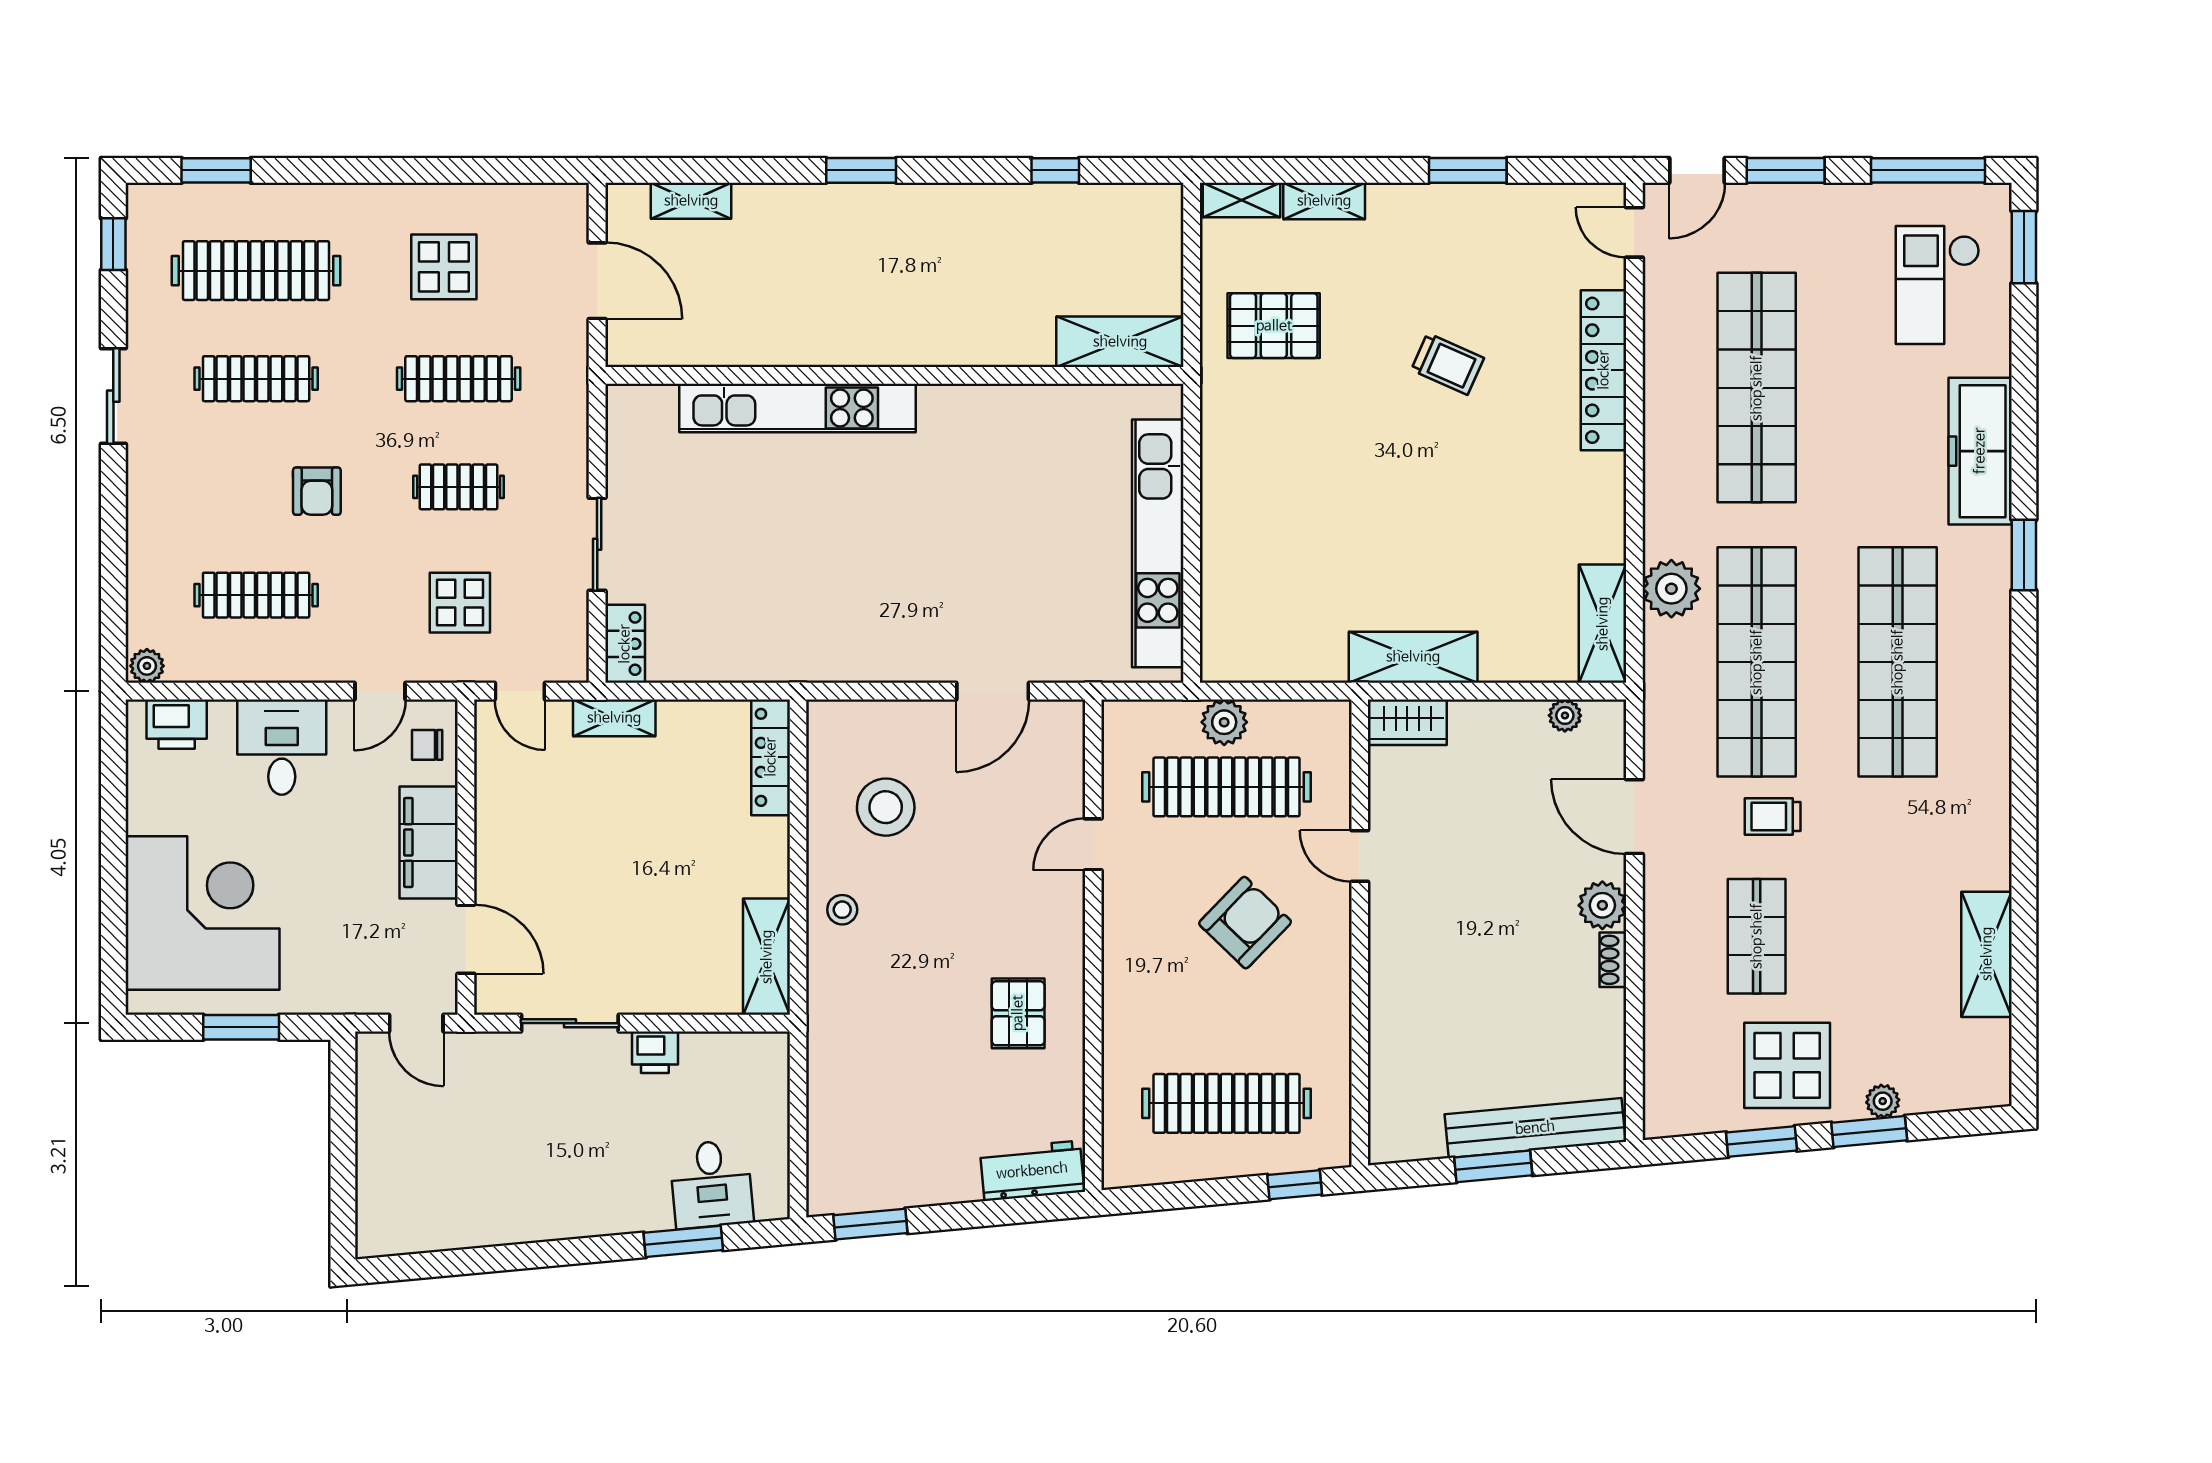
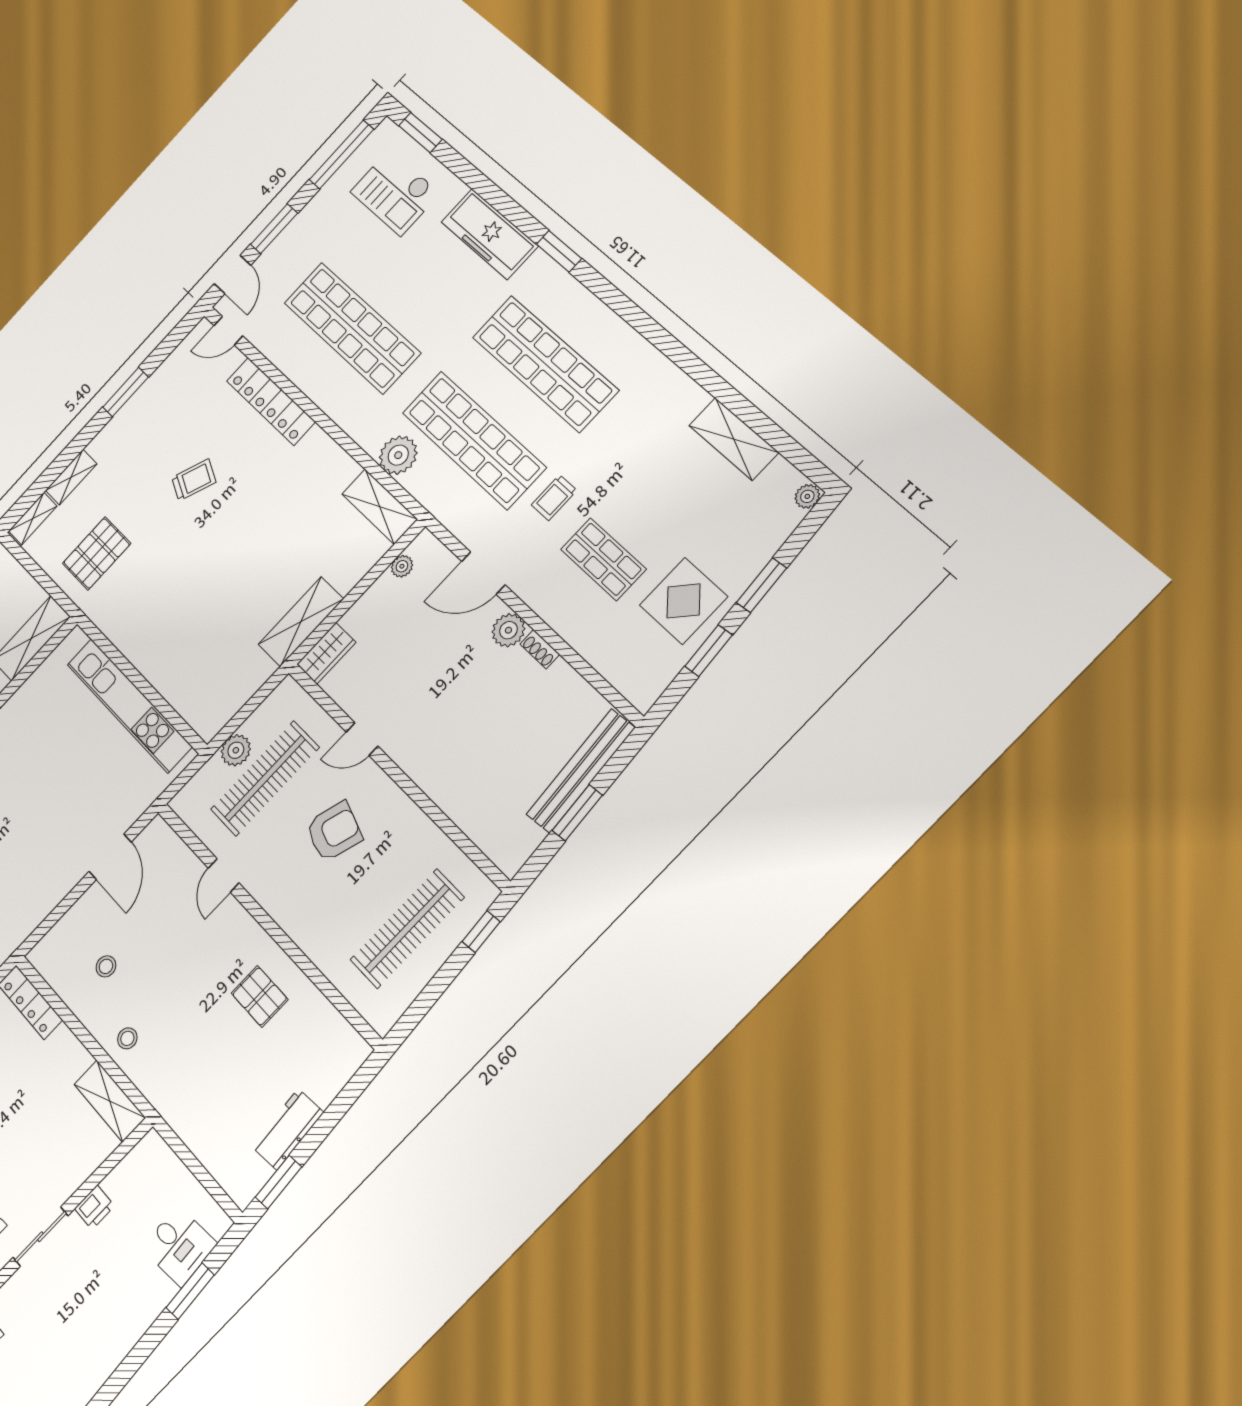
stool: (886, 807) -> (106, 966), width x0.53, depth x0.53
armchair: (1245, 923) -> (334, 832), turned 64
plant: (1883, 1101) -> (807, 496), moved
workbench: (1032, 1171) -> (288, 1129), moved

